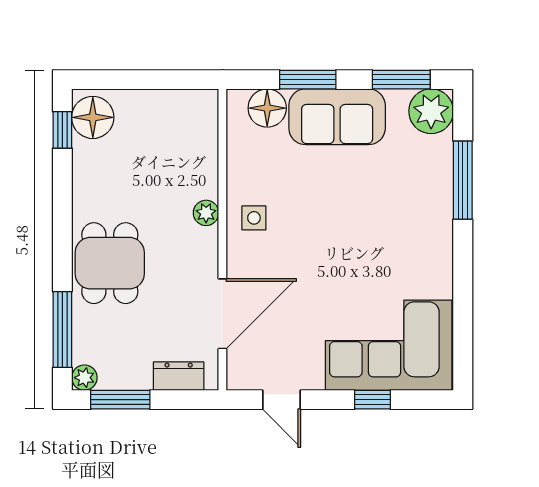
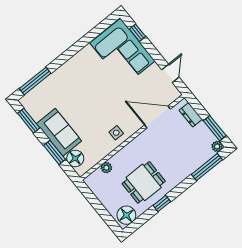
plant: (431, 111) -> (31, 102), removed
window: (62, 130) -> (162, 204), moved
window: (463, 180) -> (35, 81), moved
plant: (206, 213) -> (106, 168), moved
dining table: (110, 263) -> (144, 182), moved
window: (372, 400) -> (138, 33), moved

